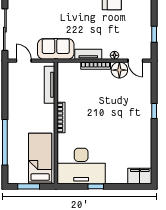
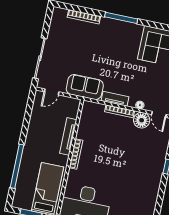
door: (24, 61) -> (52, 92), swing flipped
tv unit: (50, 85) -> (68, 136), moved

